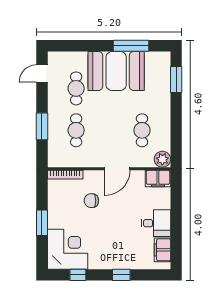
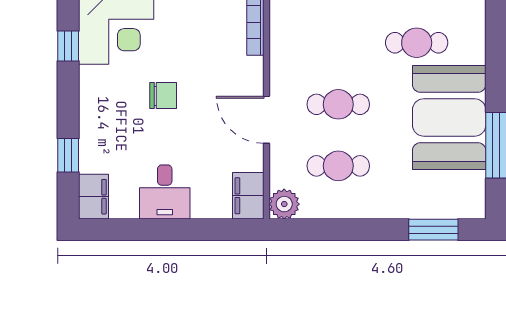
cafe table: (76, 130) -> (338, 104), moved
chair: (91, 201) -> (163, 96), moved, turned 90
filing cabinet: (162, 250) -> (93, 197), moved, turned 90
window: (121, 275) -> (68, 155), moved

